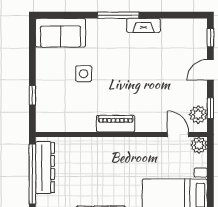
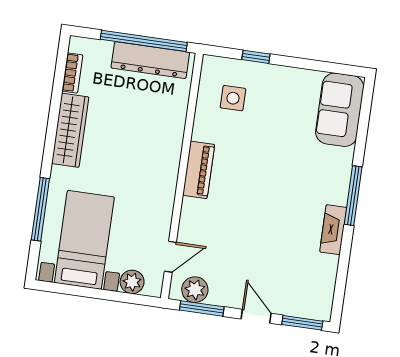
window: (210, 38) -> (302, 323), width x1.50
side table: (84, 74) -> (233, 98), moved
window: (210, 108) -> (202, 308), width x1.50
plant: (199, 145) -> (132, 282), moved

